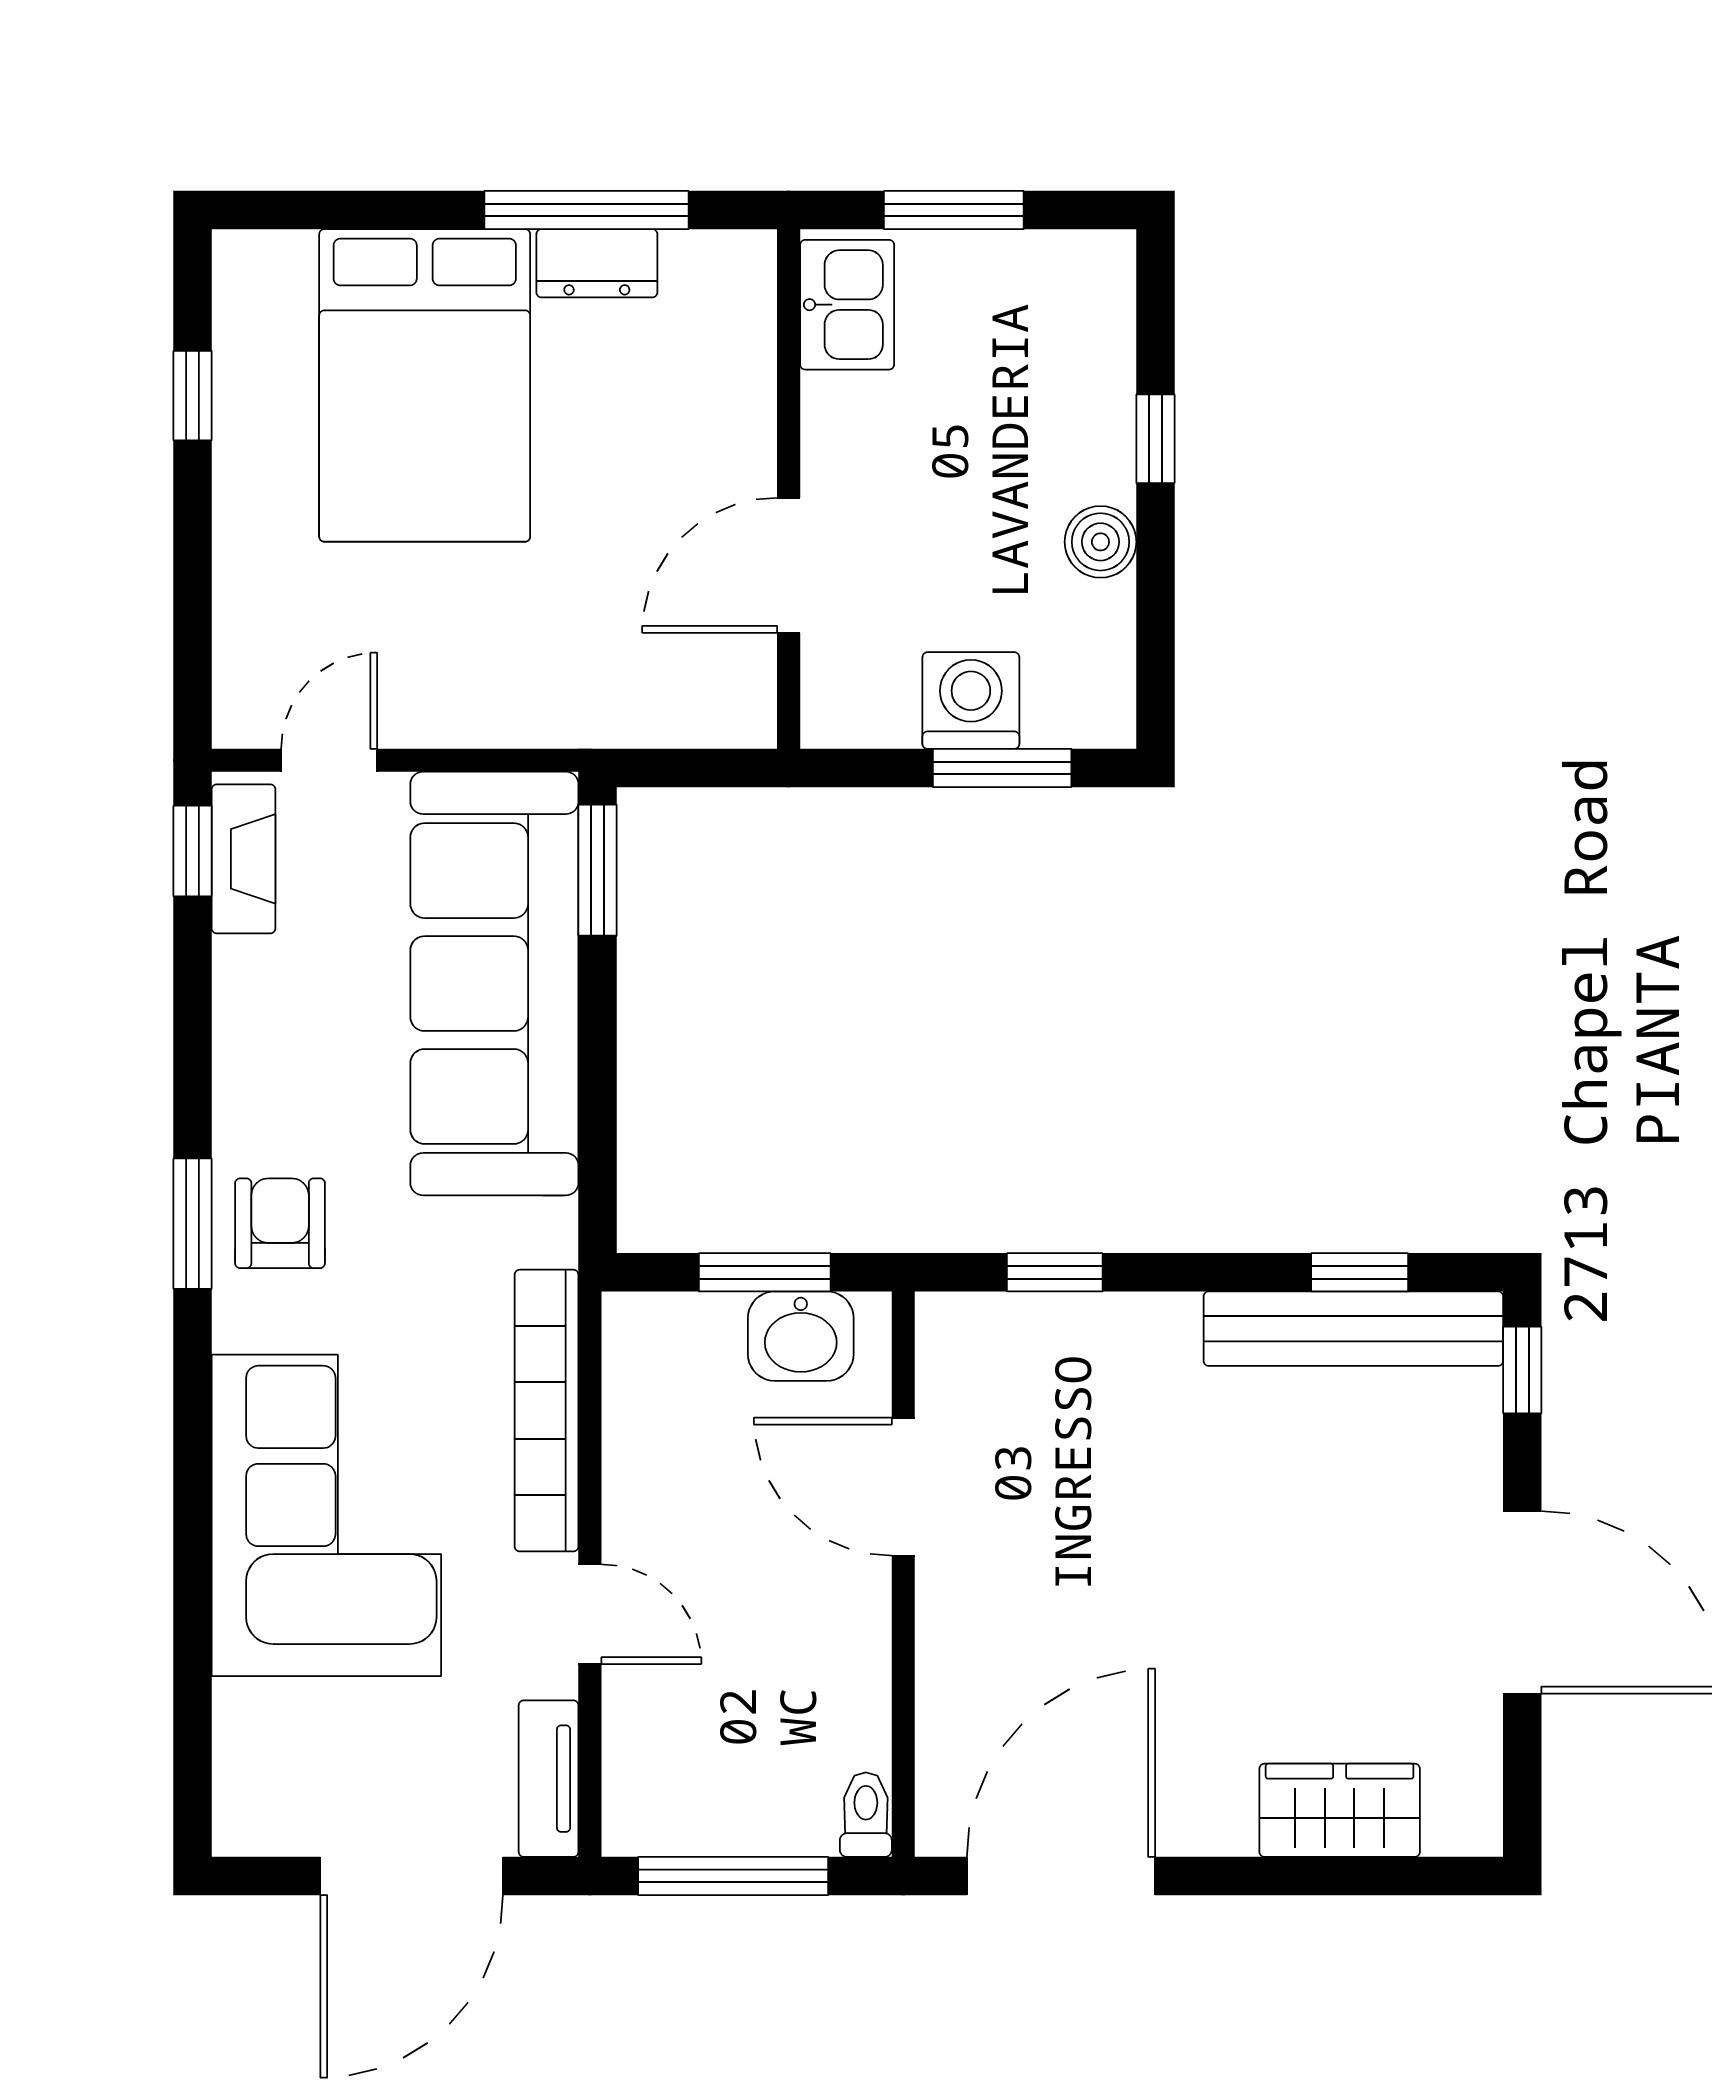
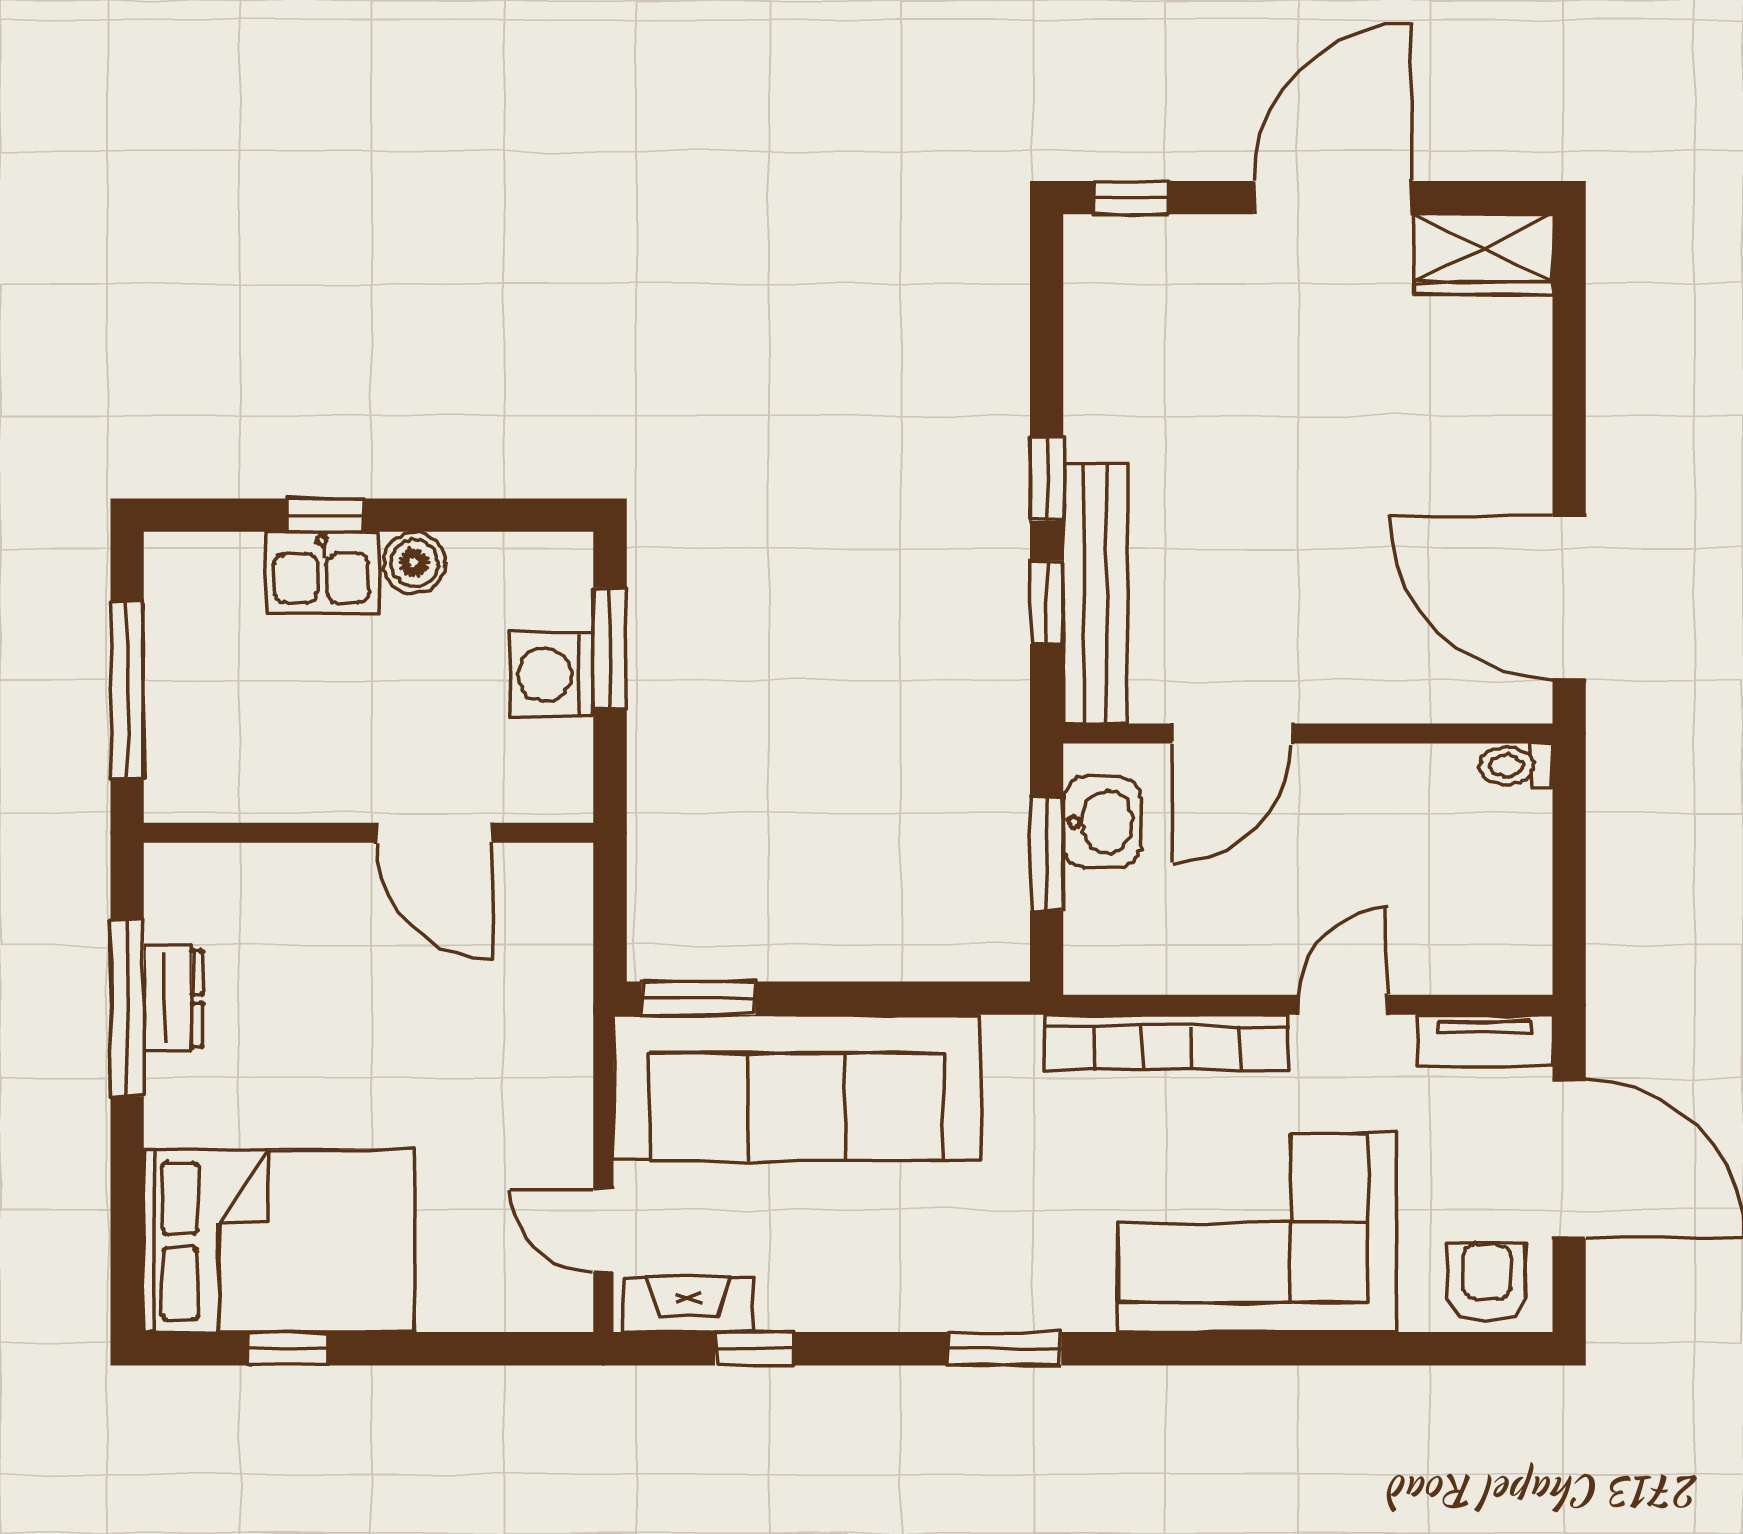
window: (954, 210) -> (127, 690), width x1.44
kitchen sink: (847, 305) -> (322, 572), moved, turned 180
bed: (425, 385) -> (279, 1241), moved
window: (193, 851) -> (754, 1349), moved
armchair: (280, 1223) -> (1487, 1283), moved, turned 90
window: (1360, 1272) -> (1047, 479), moved
bench: (1353, 1329) -> (1095, 594), moved
wardrobe: (1340, 1810) -> (1483, 254), moved, turned -90
window: (733, 1876) -> (1569, 881), removed

